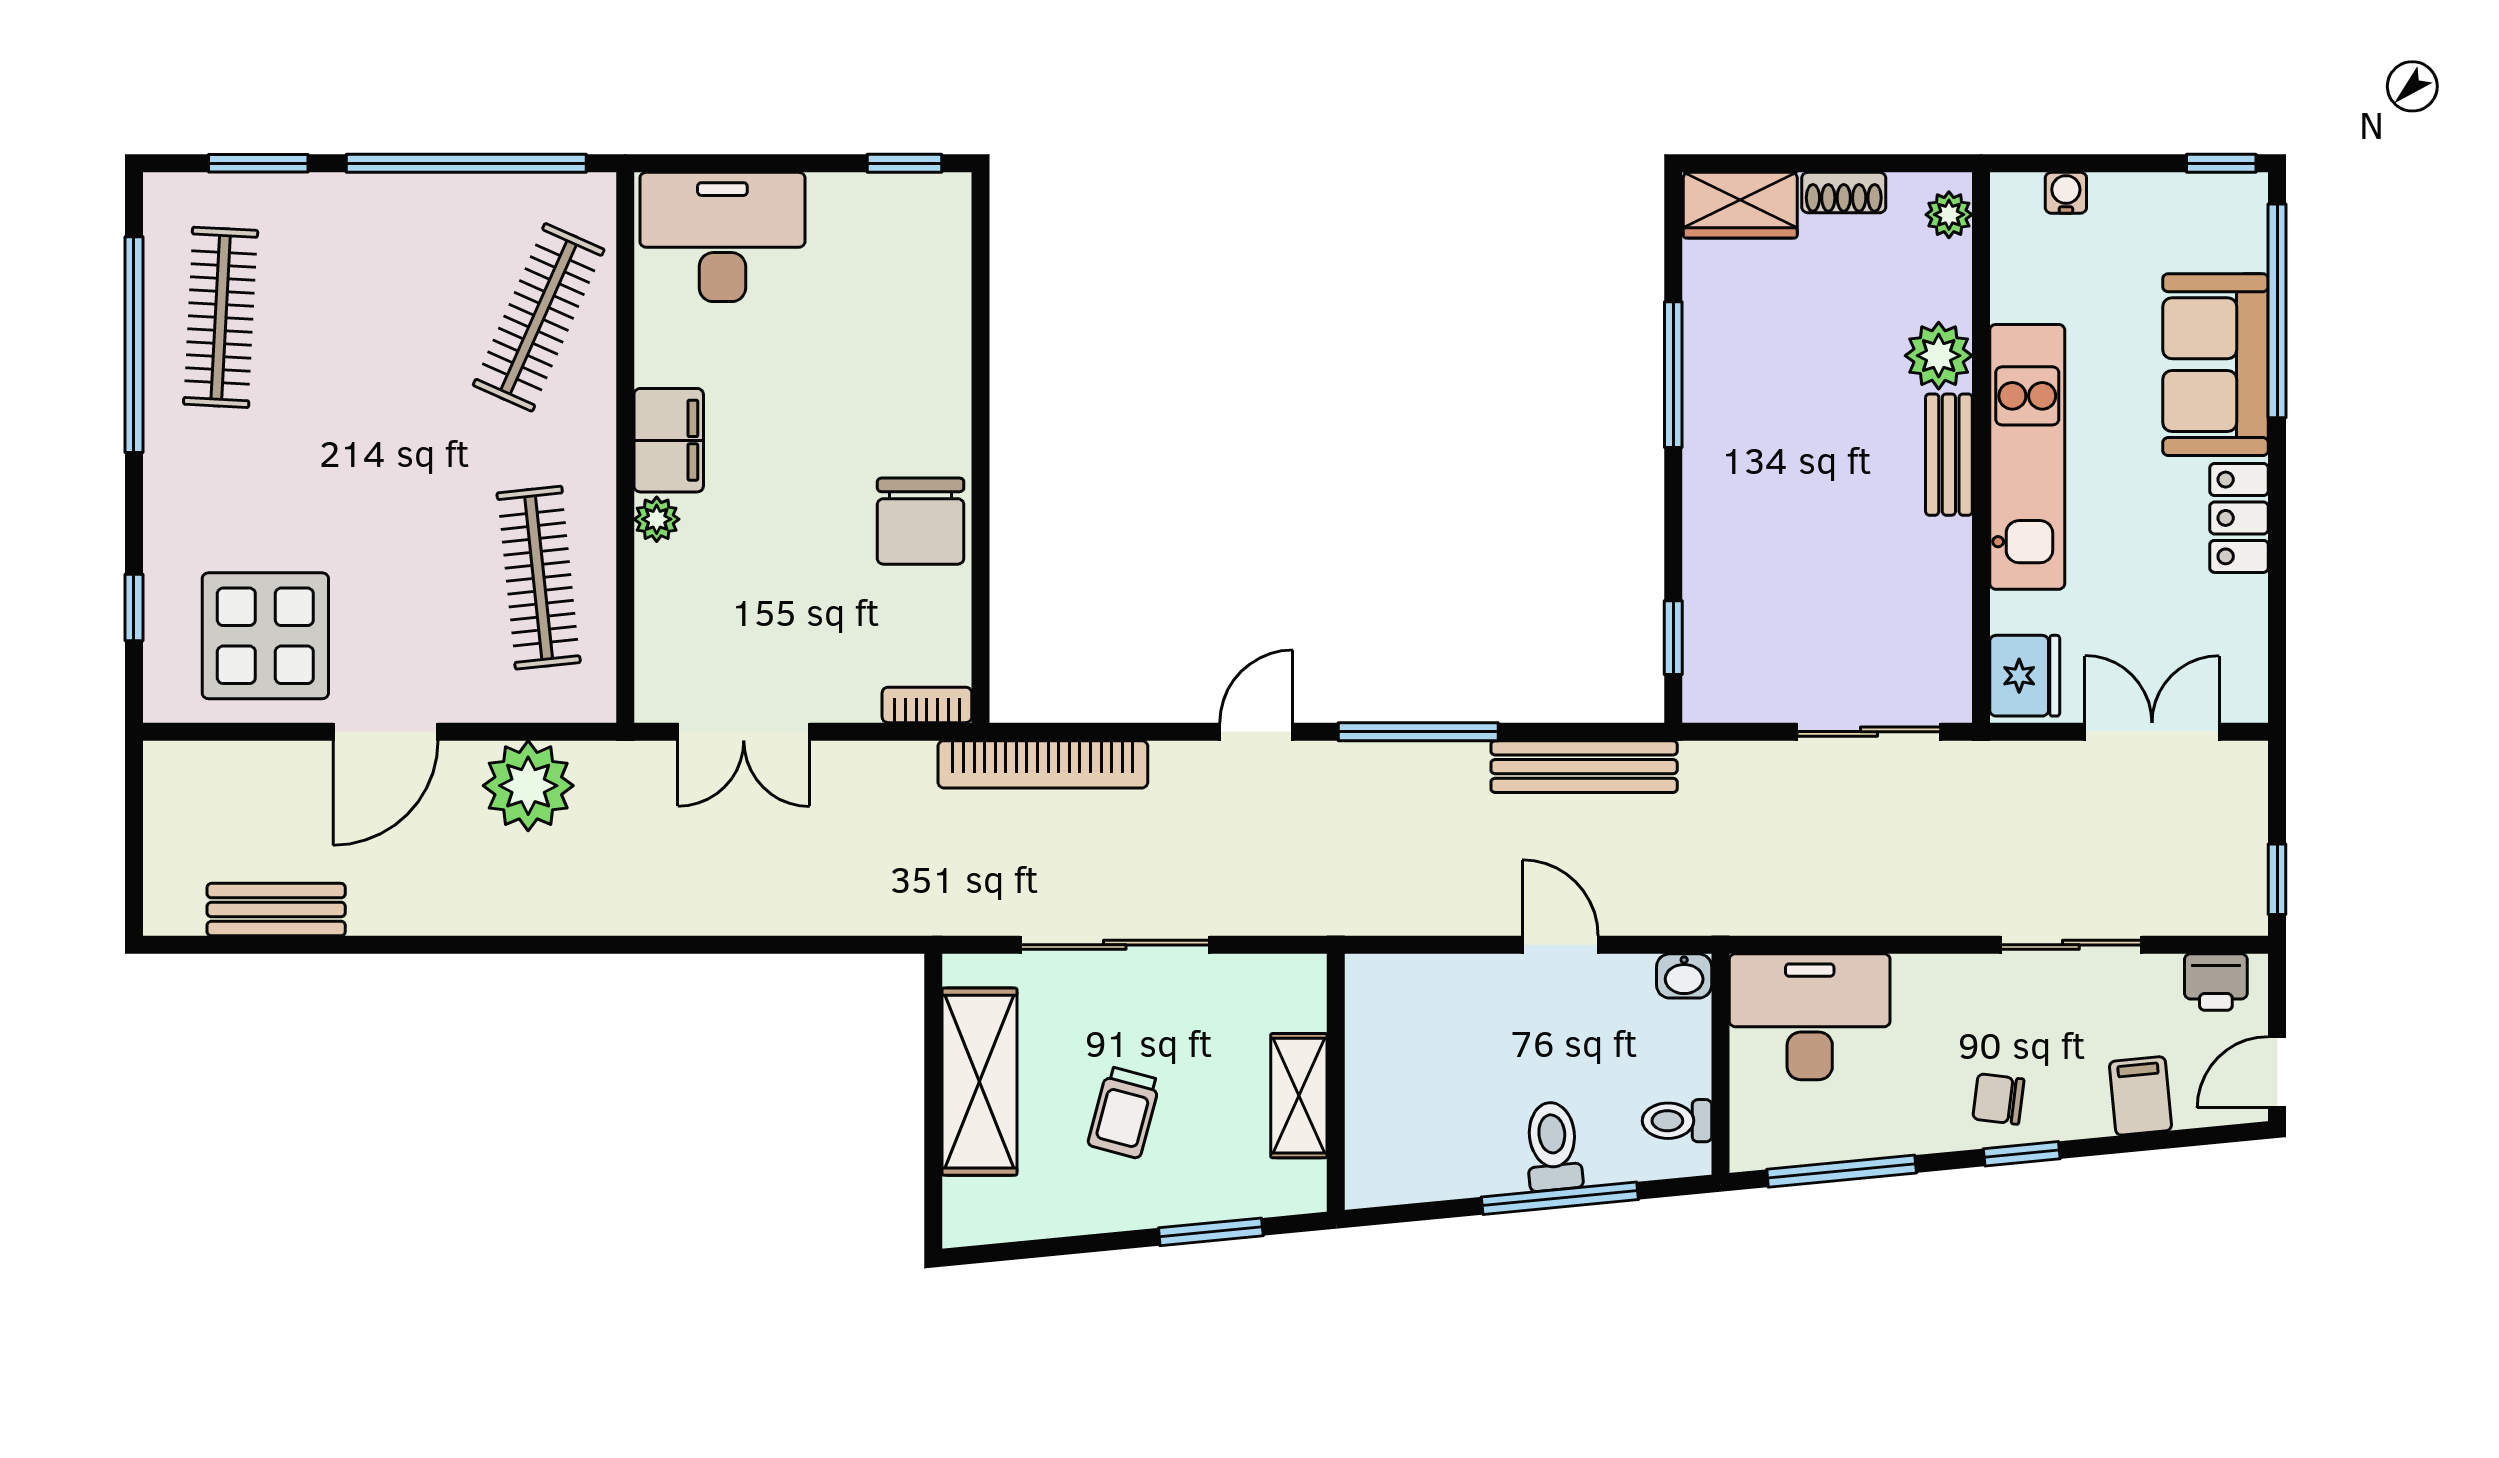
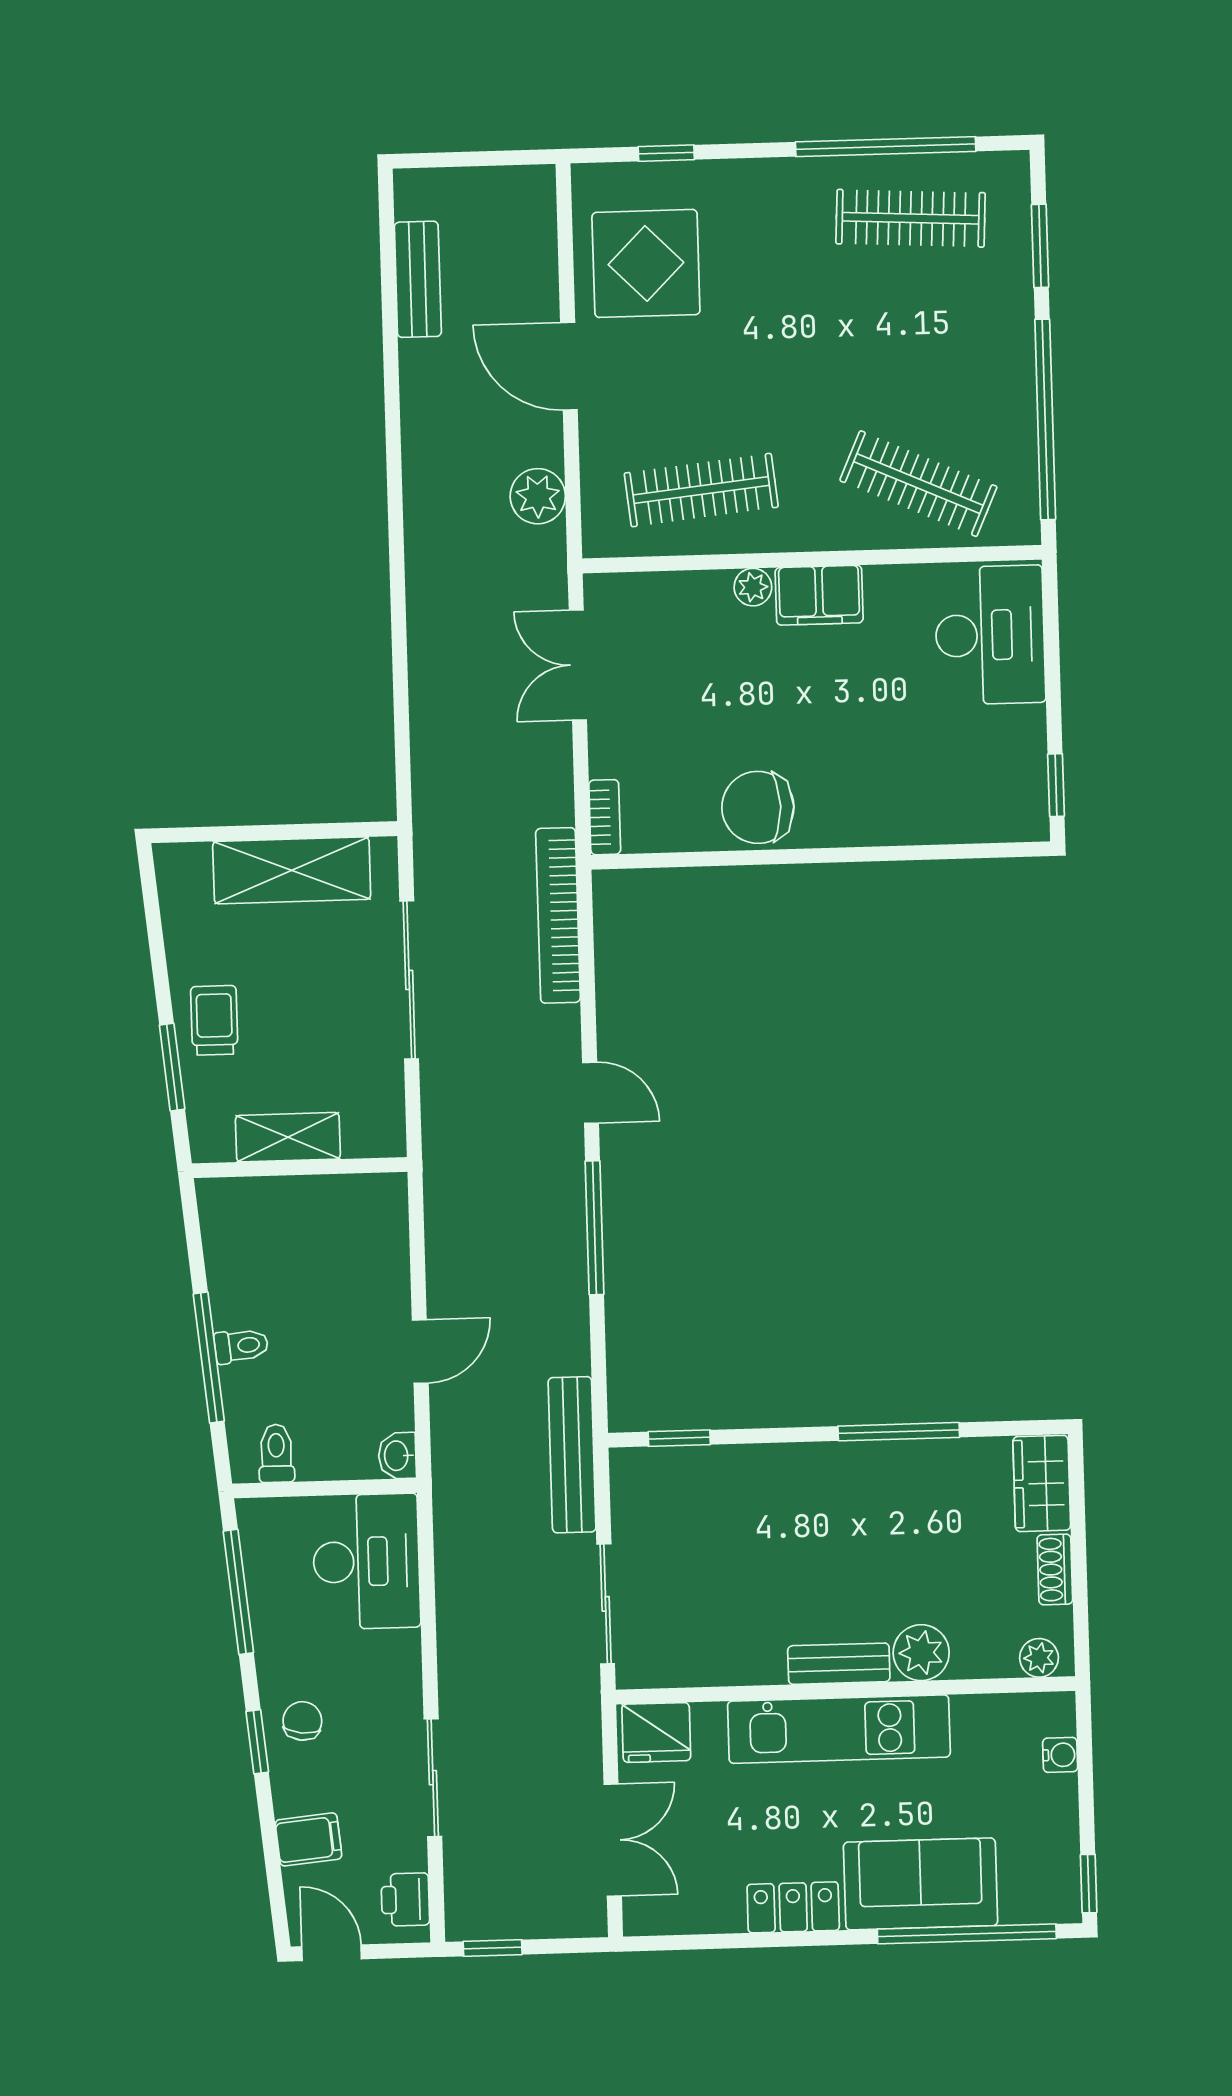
bench: (1584, 767) -> (572, 1455), moved
plant: (528, 786) -> (538, 496), width x0.73, depth x0.73
trolley: (1124, 1112) -> (214, 1020), moved, turned 75
toilet: (1553, 1146) -> (241, 1346), width x0.73, depth x0.72

